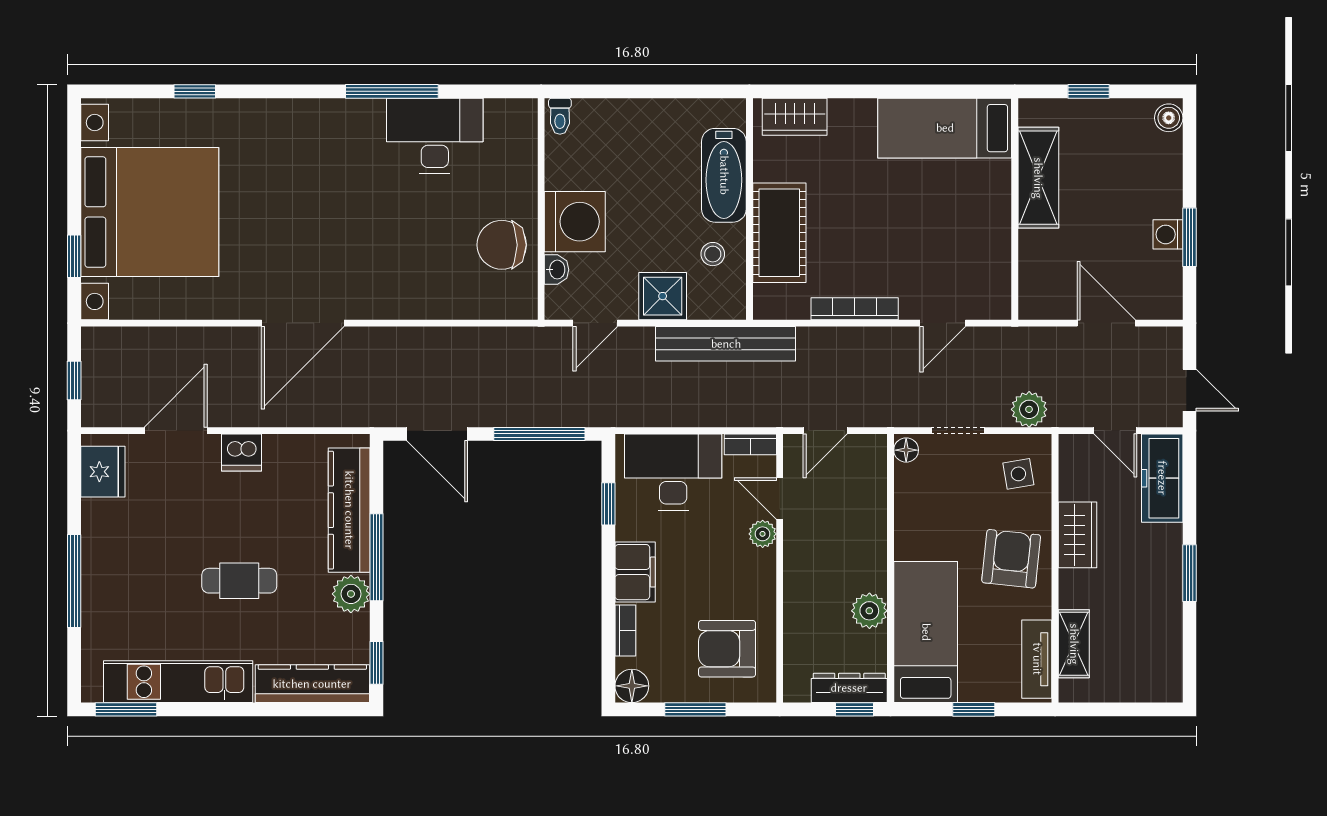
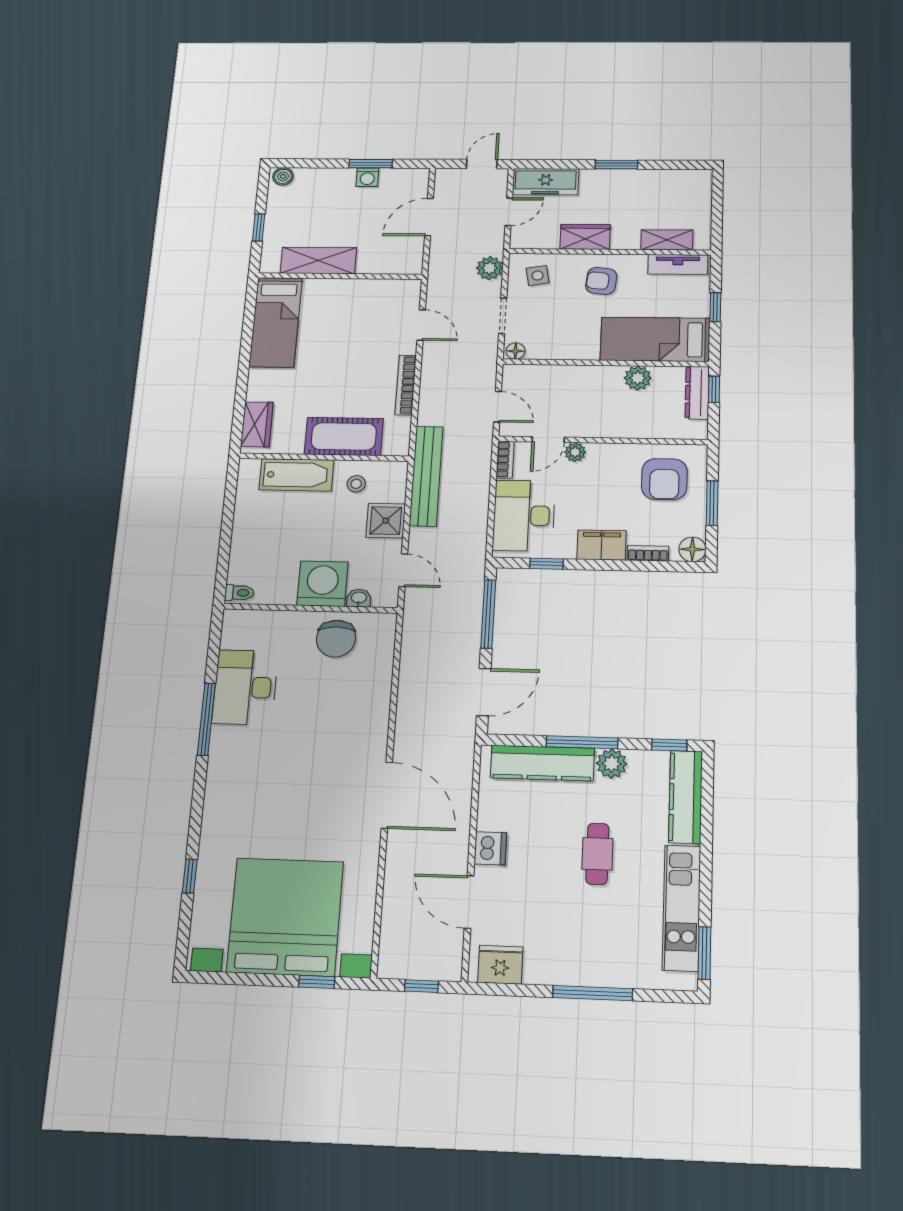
armchair: (1011, 559) -> (601, 281), width x0.72, depth x0.72

